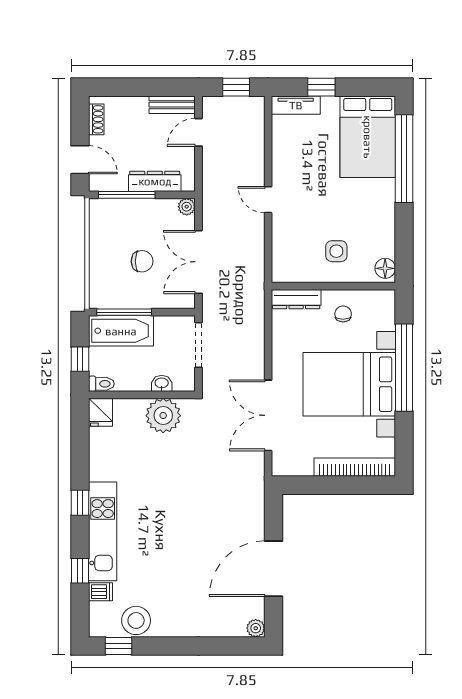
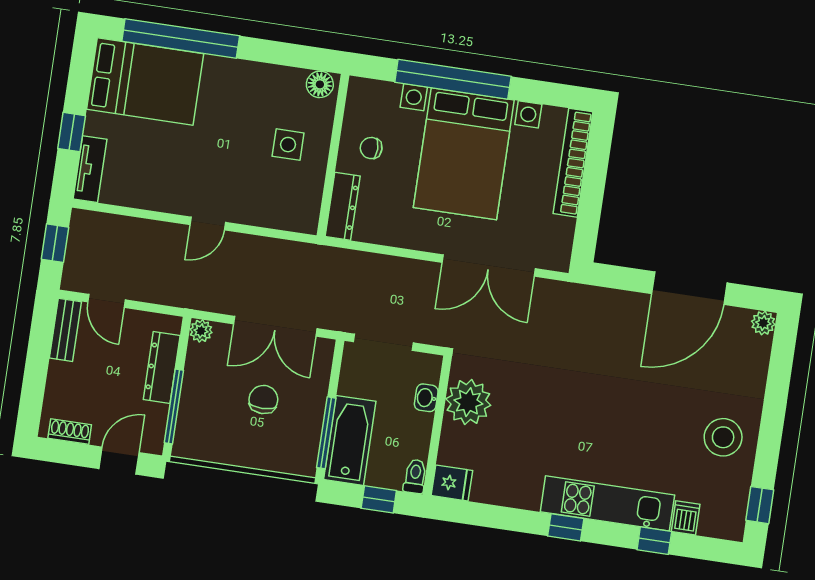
door: (274, 569) -> (689, 288), hinge flipped
stool: (136, 620) -> (723, 437), moved

